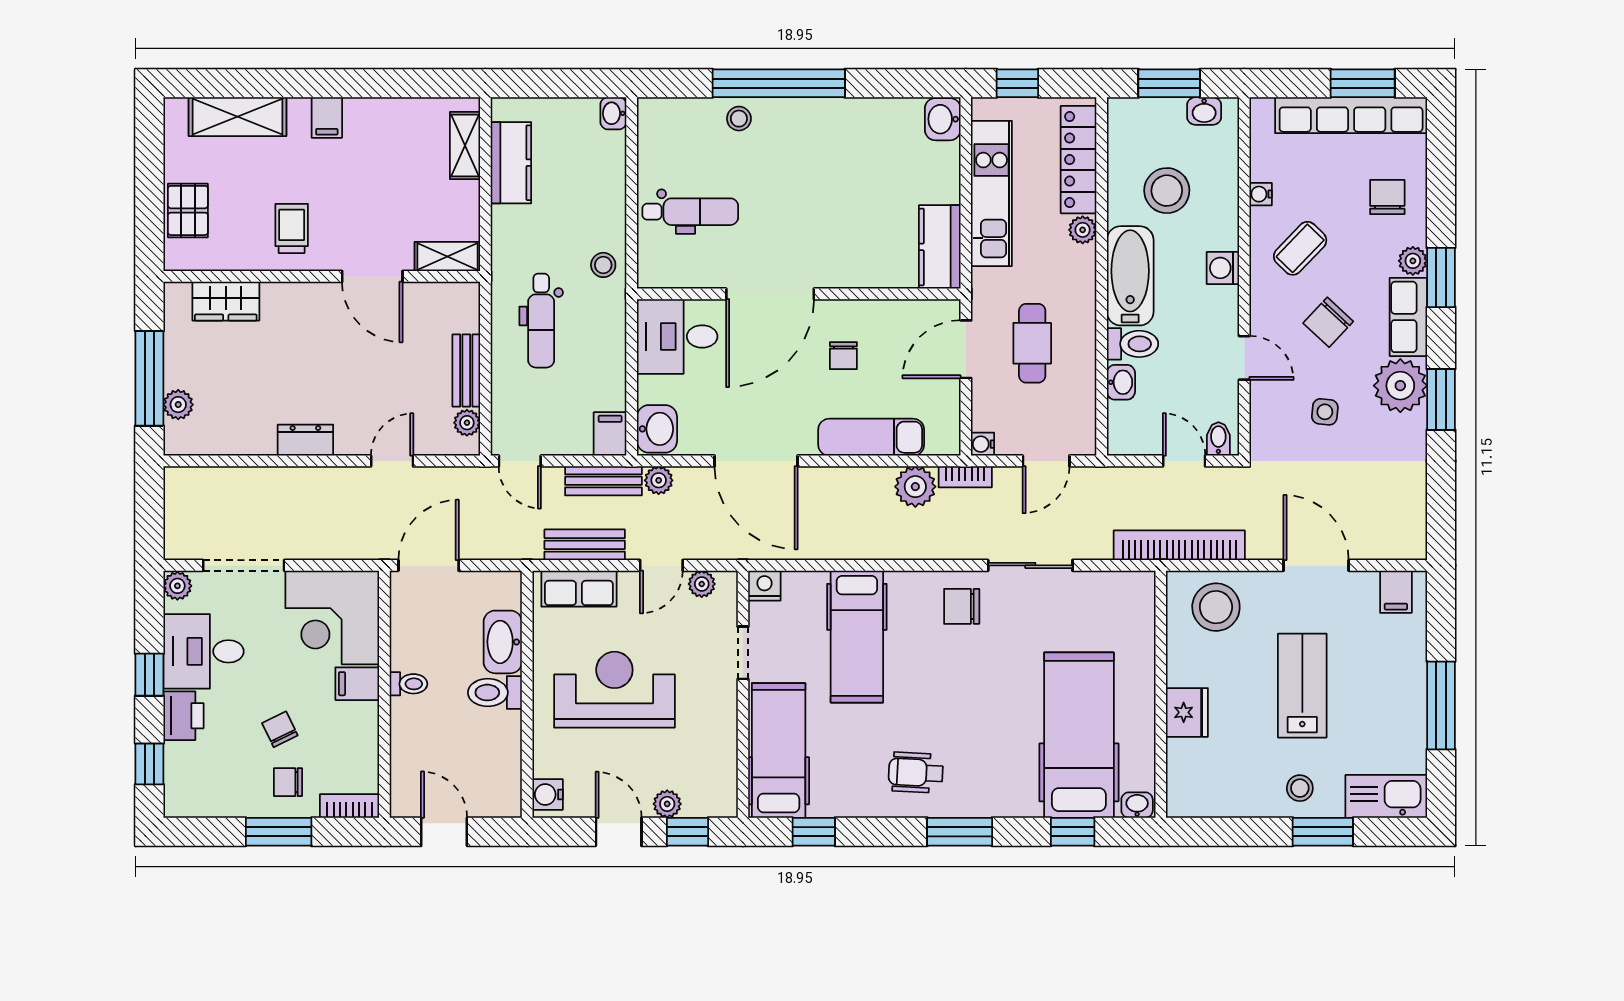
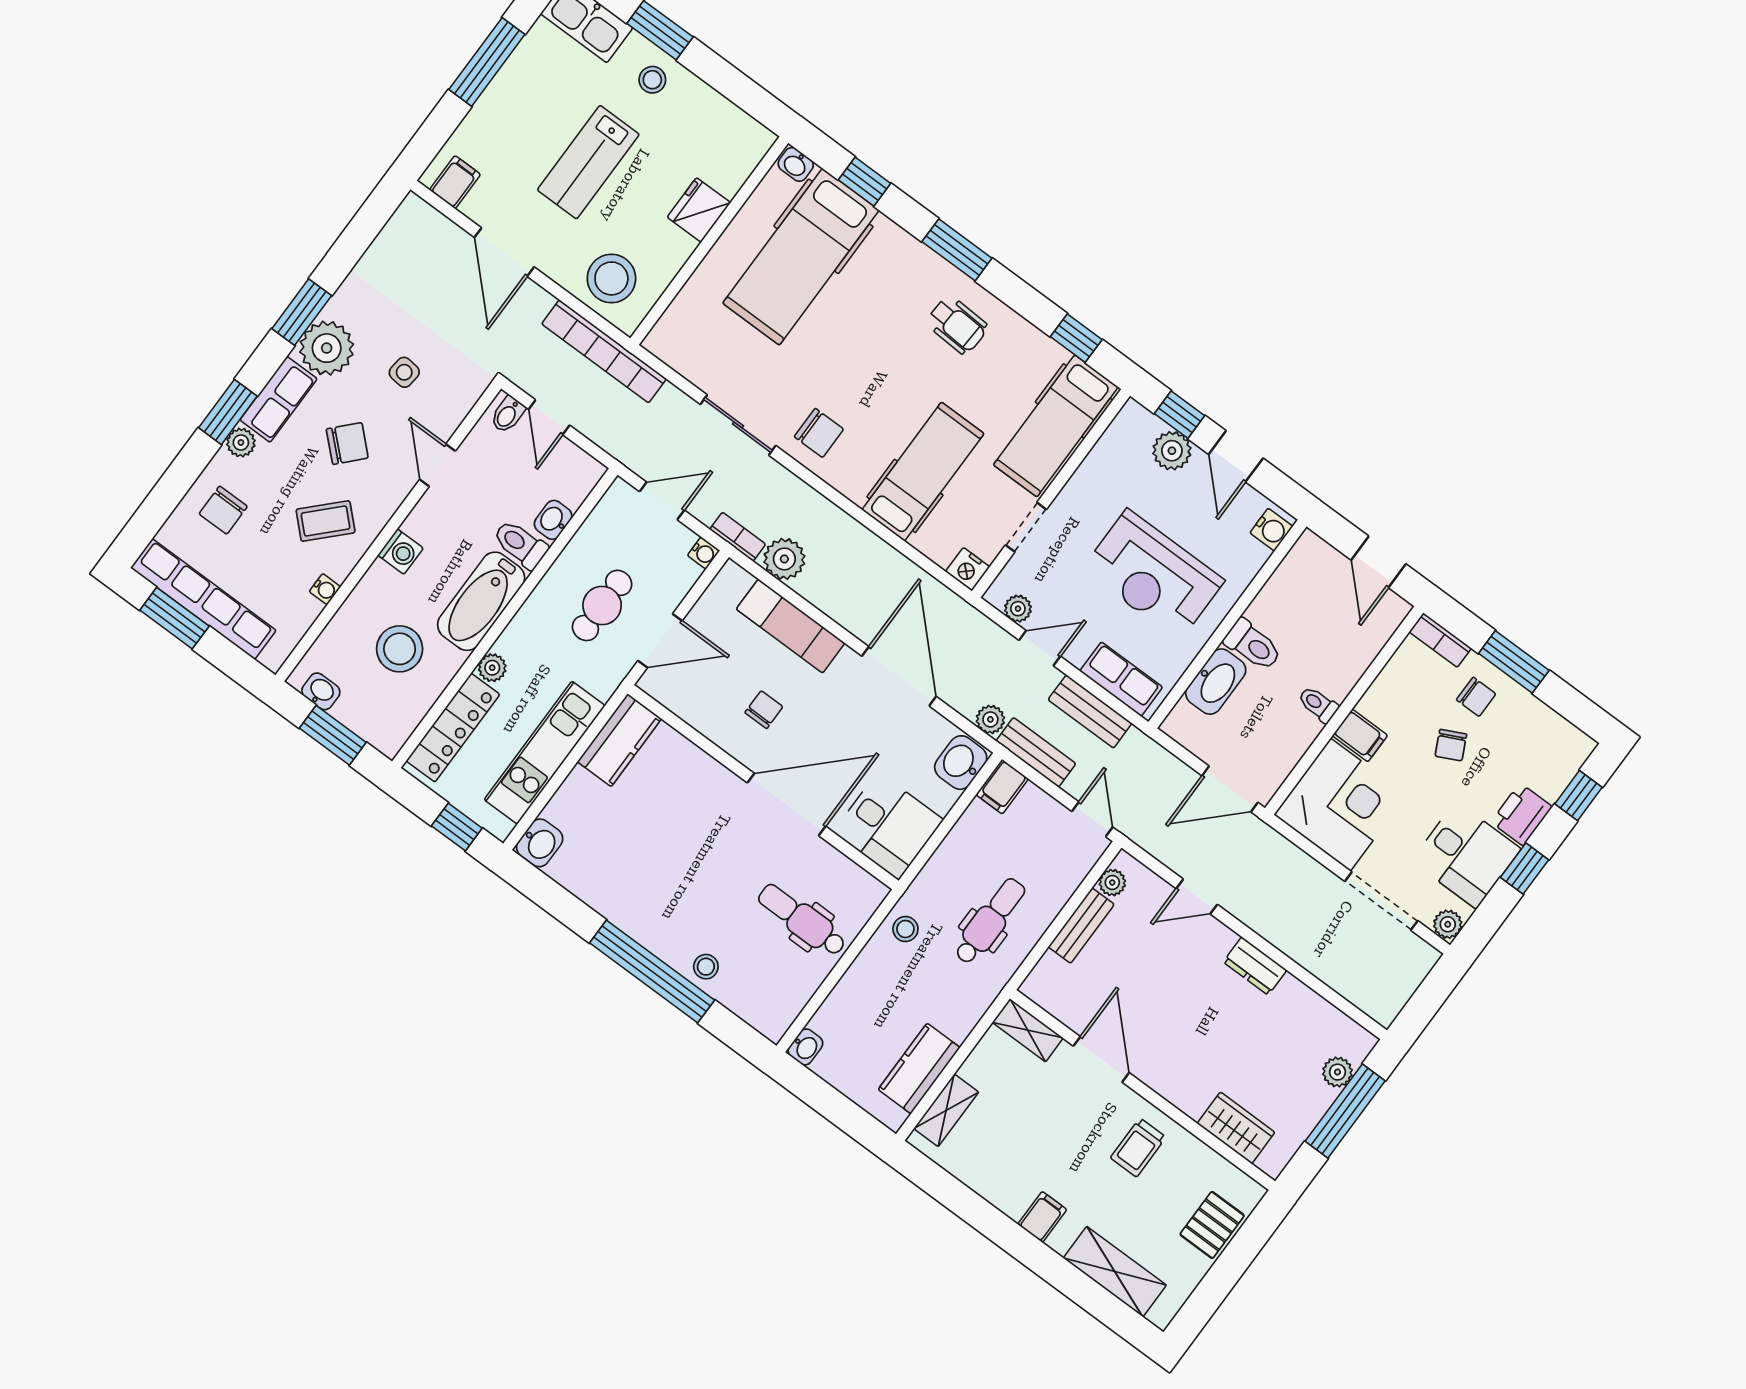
plant: (667, 804) -> (1172, 451), width x1.38, depth x1.38

